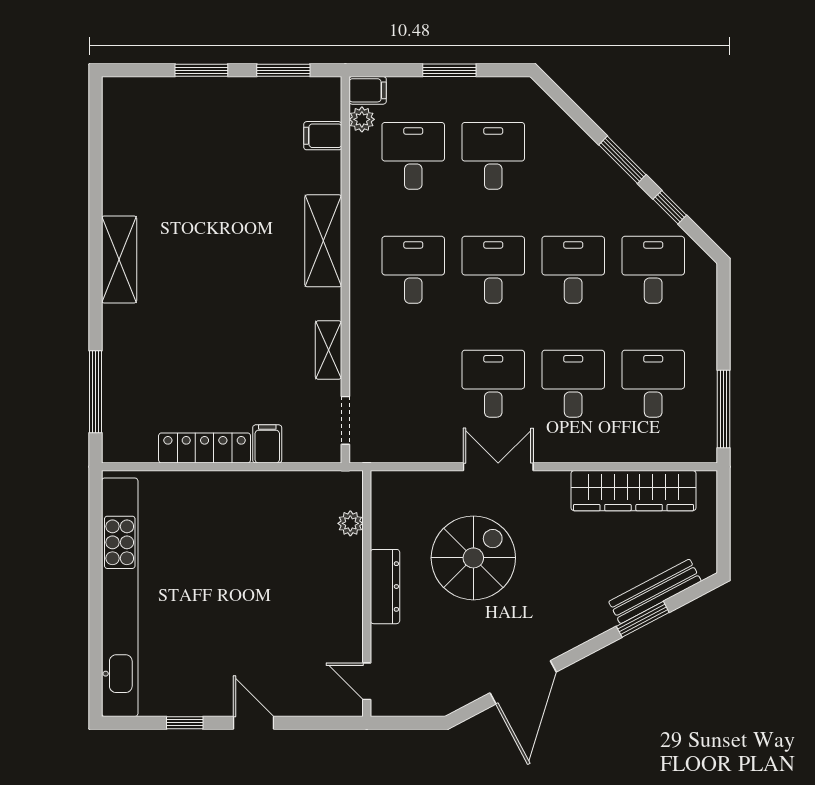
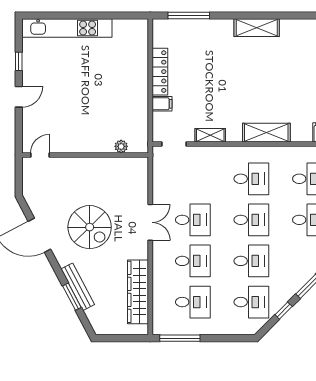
spiral stairs: (473, 558) -> (90, 227), moved
dresser: (385, 587) -> (89, 164), removed
bench: (655, 591) -> (78, 287), moved
kitchen unit: (120, 597) -> (67, 28), width x0.73

